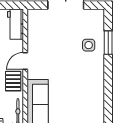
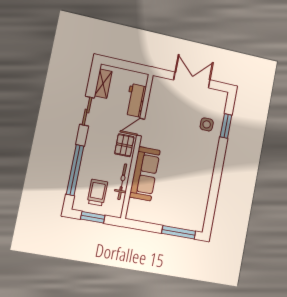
workbench: (16, 24) -> (136, 100), moved

